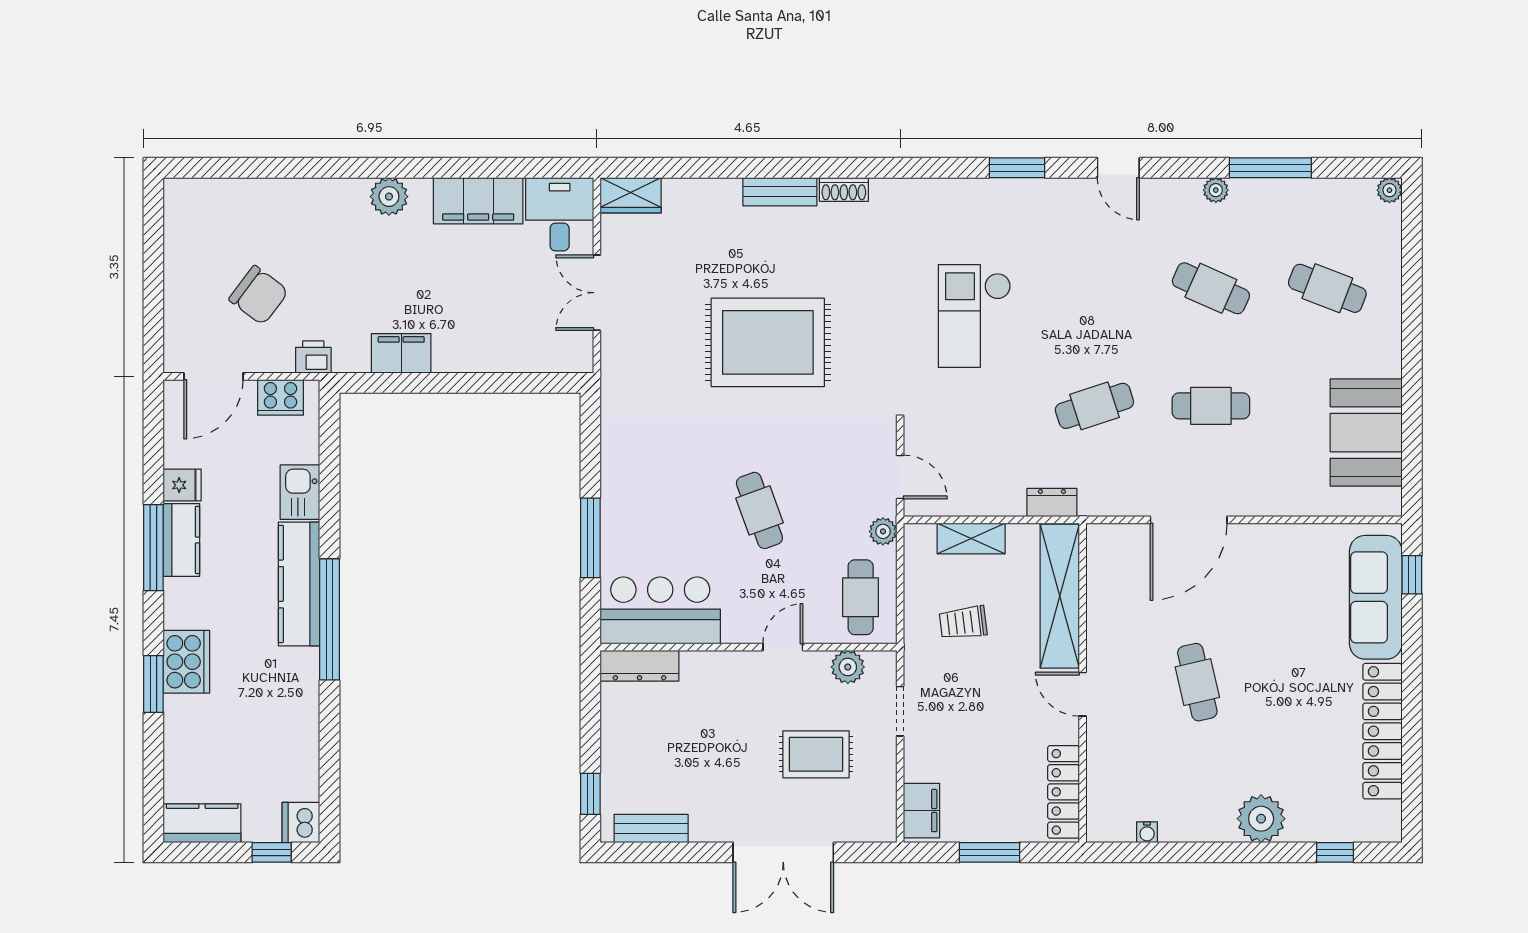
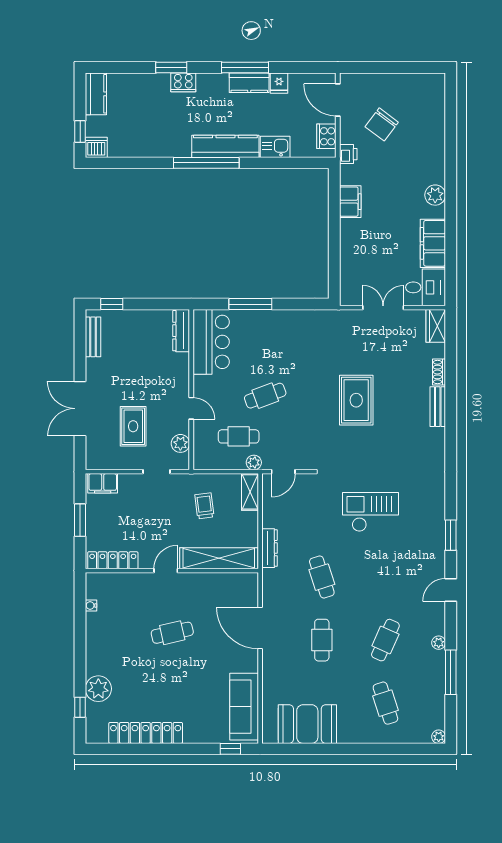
shoe rack: (844, 189) -> (439, 372), moved
cafe table: (1327, 288) -> (385, 703), turned -39
rug: (768, 342) -> (356, 400), width x0.73, depth x0.69
dresser: (1052, 503) -> (269, 548), width x1.44
shelving: (971, 538) -> (250, 492), moved
cafe table: (861, 597) -> (239, 436), moved
sofa: (1376, 597) -> (244, 707), moved, turned -90
cooker: (186, 662) -> (183, 82), width x0.73, depth x0.76
plant: (1261, 819) -> (98, 689), moved

